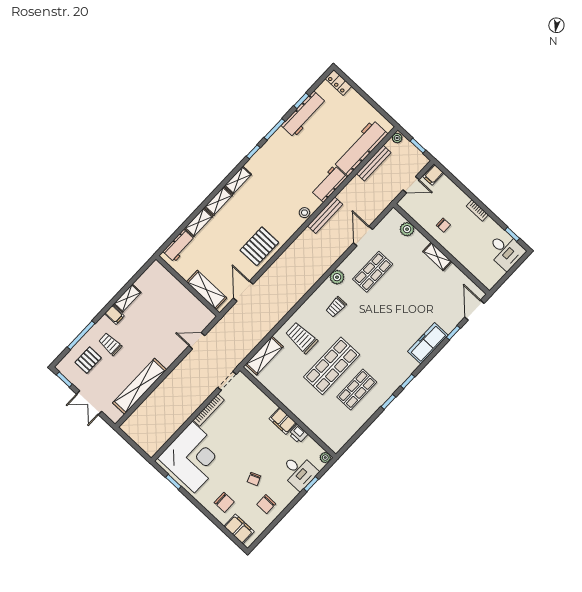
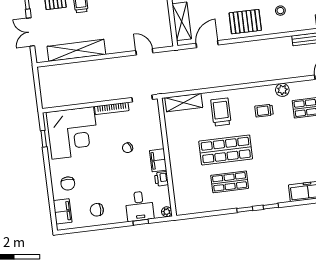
stool: (304, 213) -> (280, 11), moved
chair: (254, 479) -> (128, 148), moved

